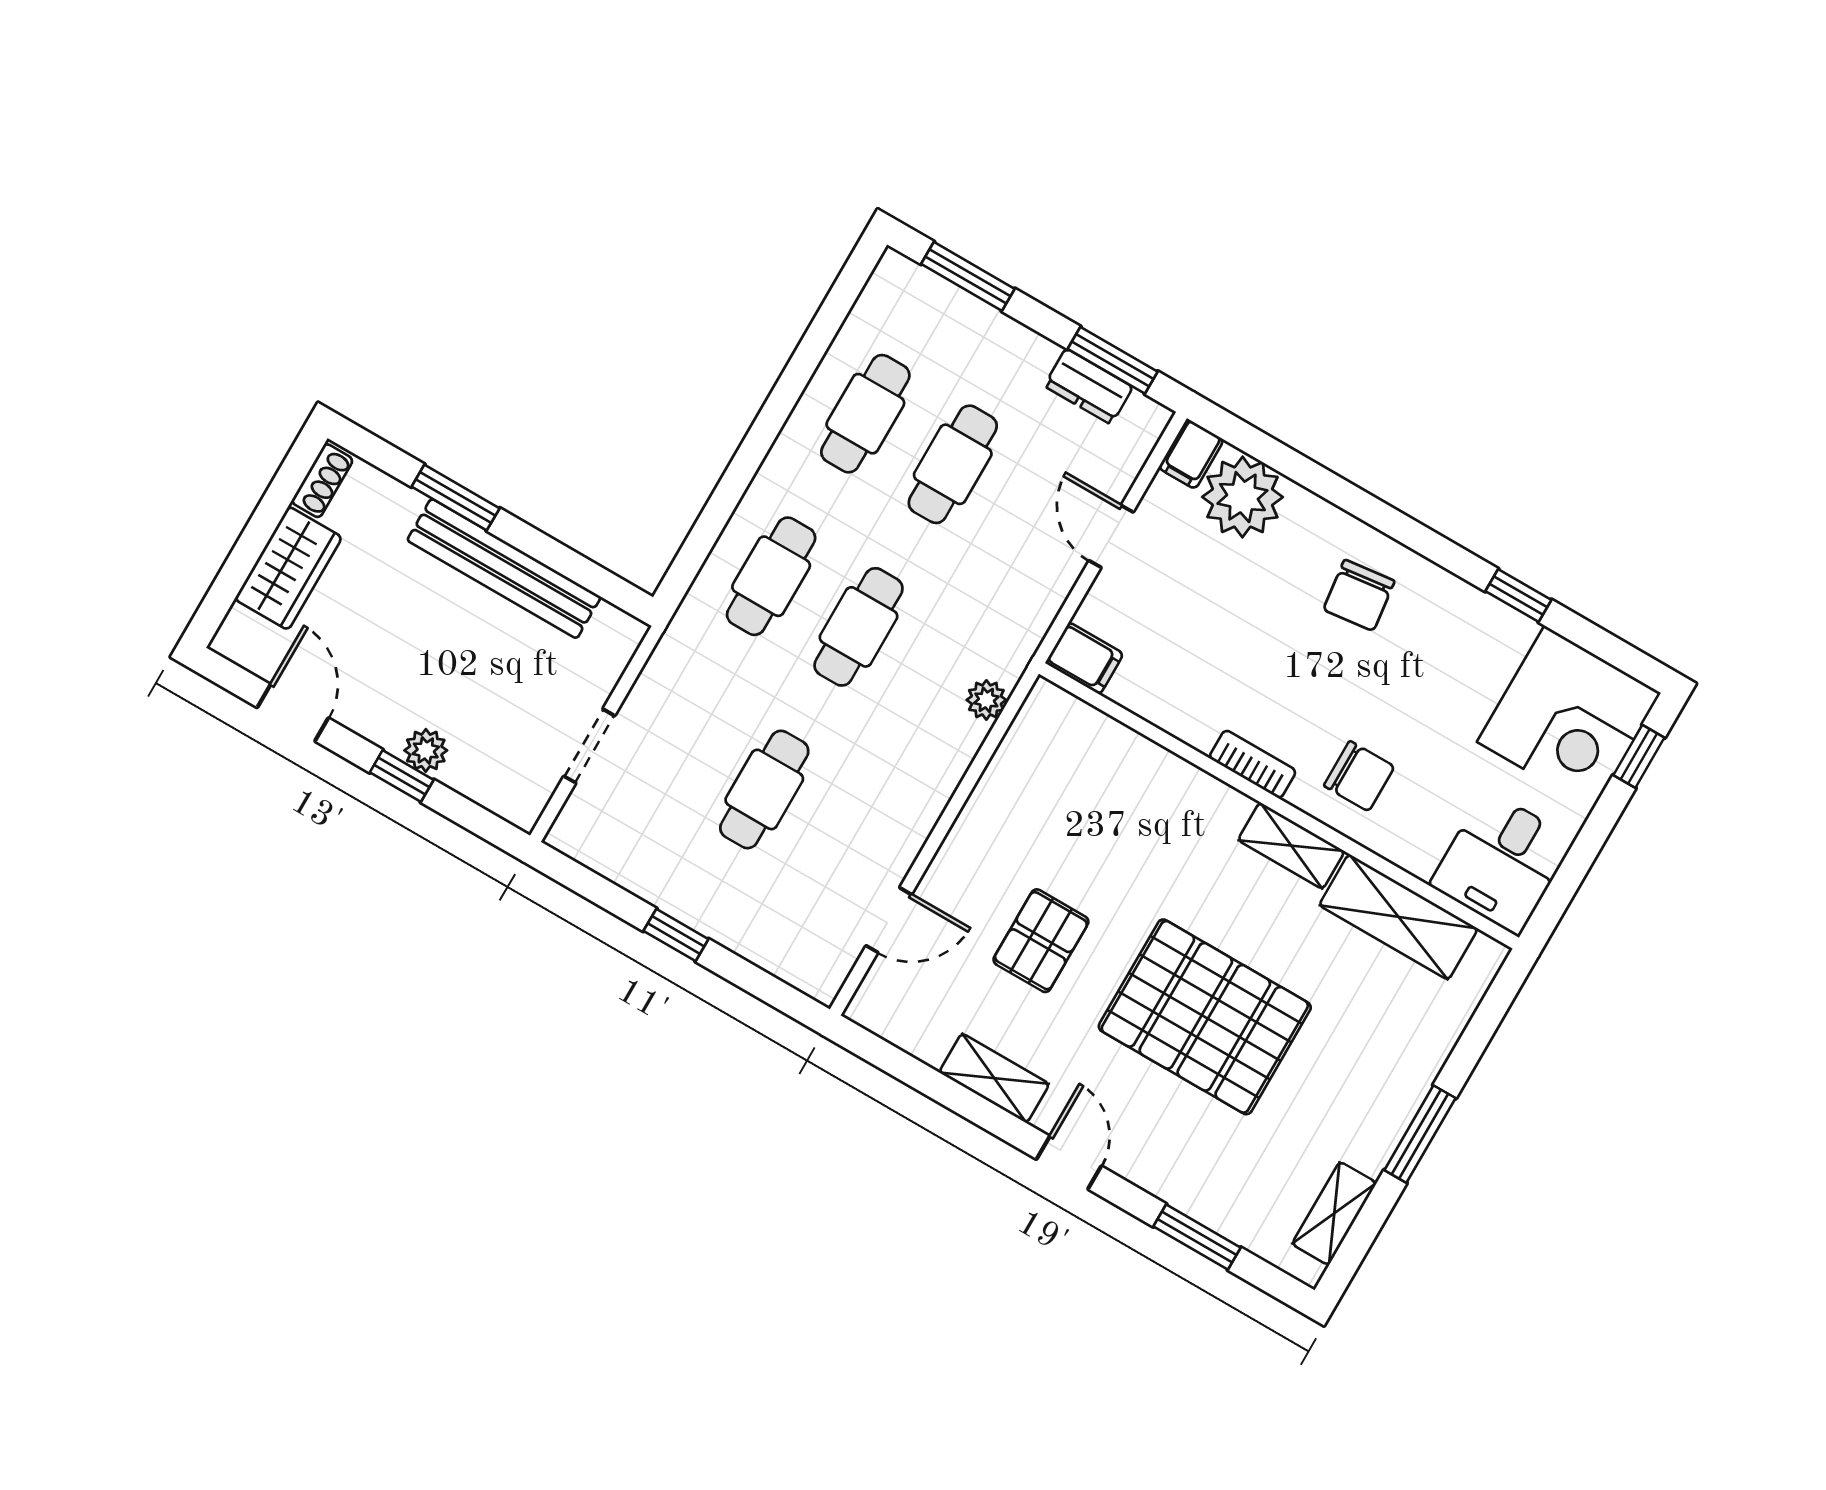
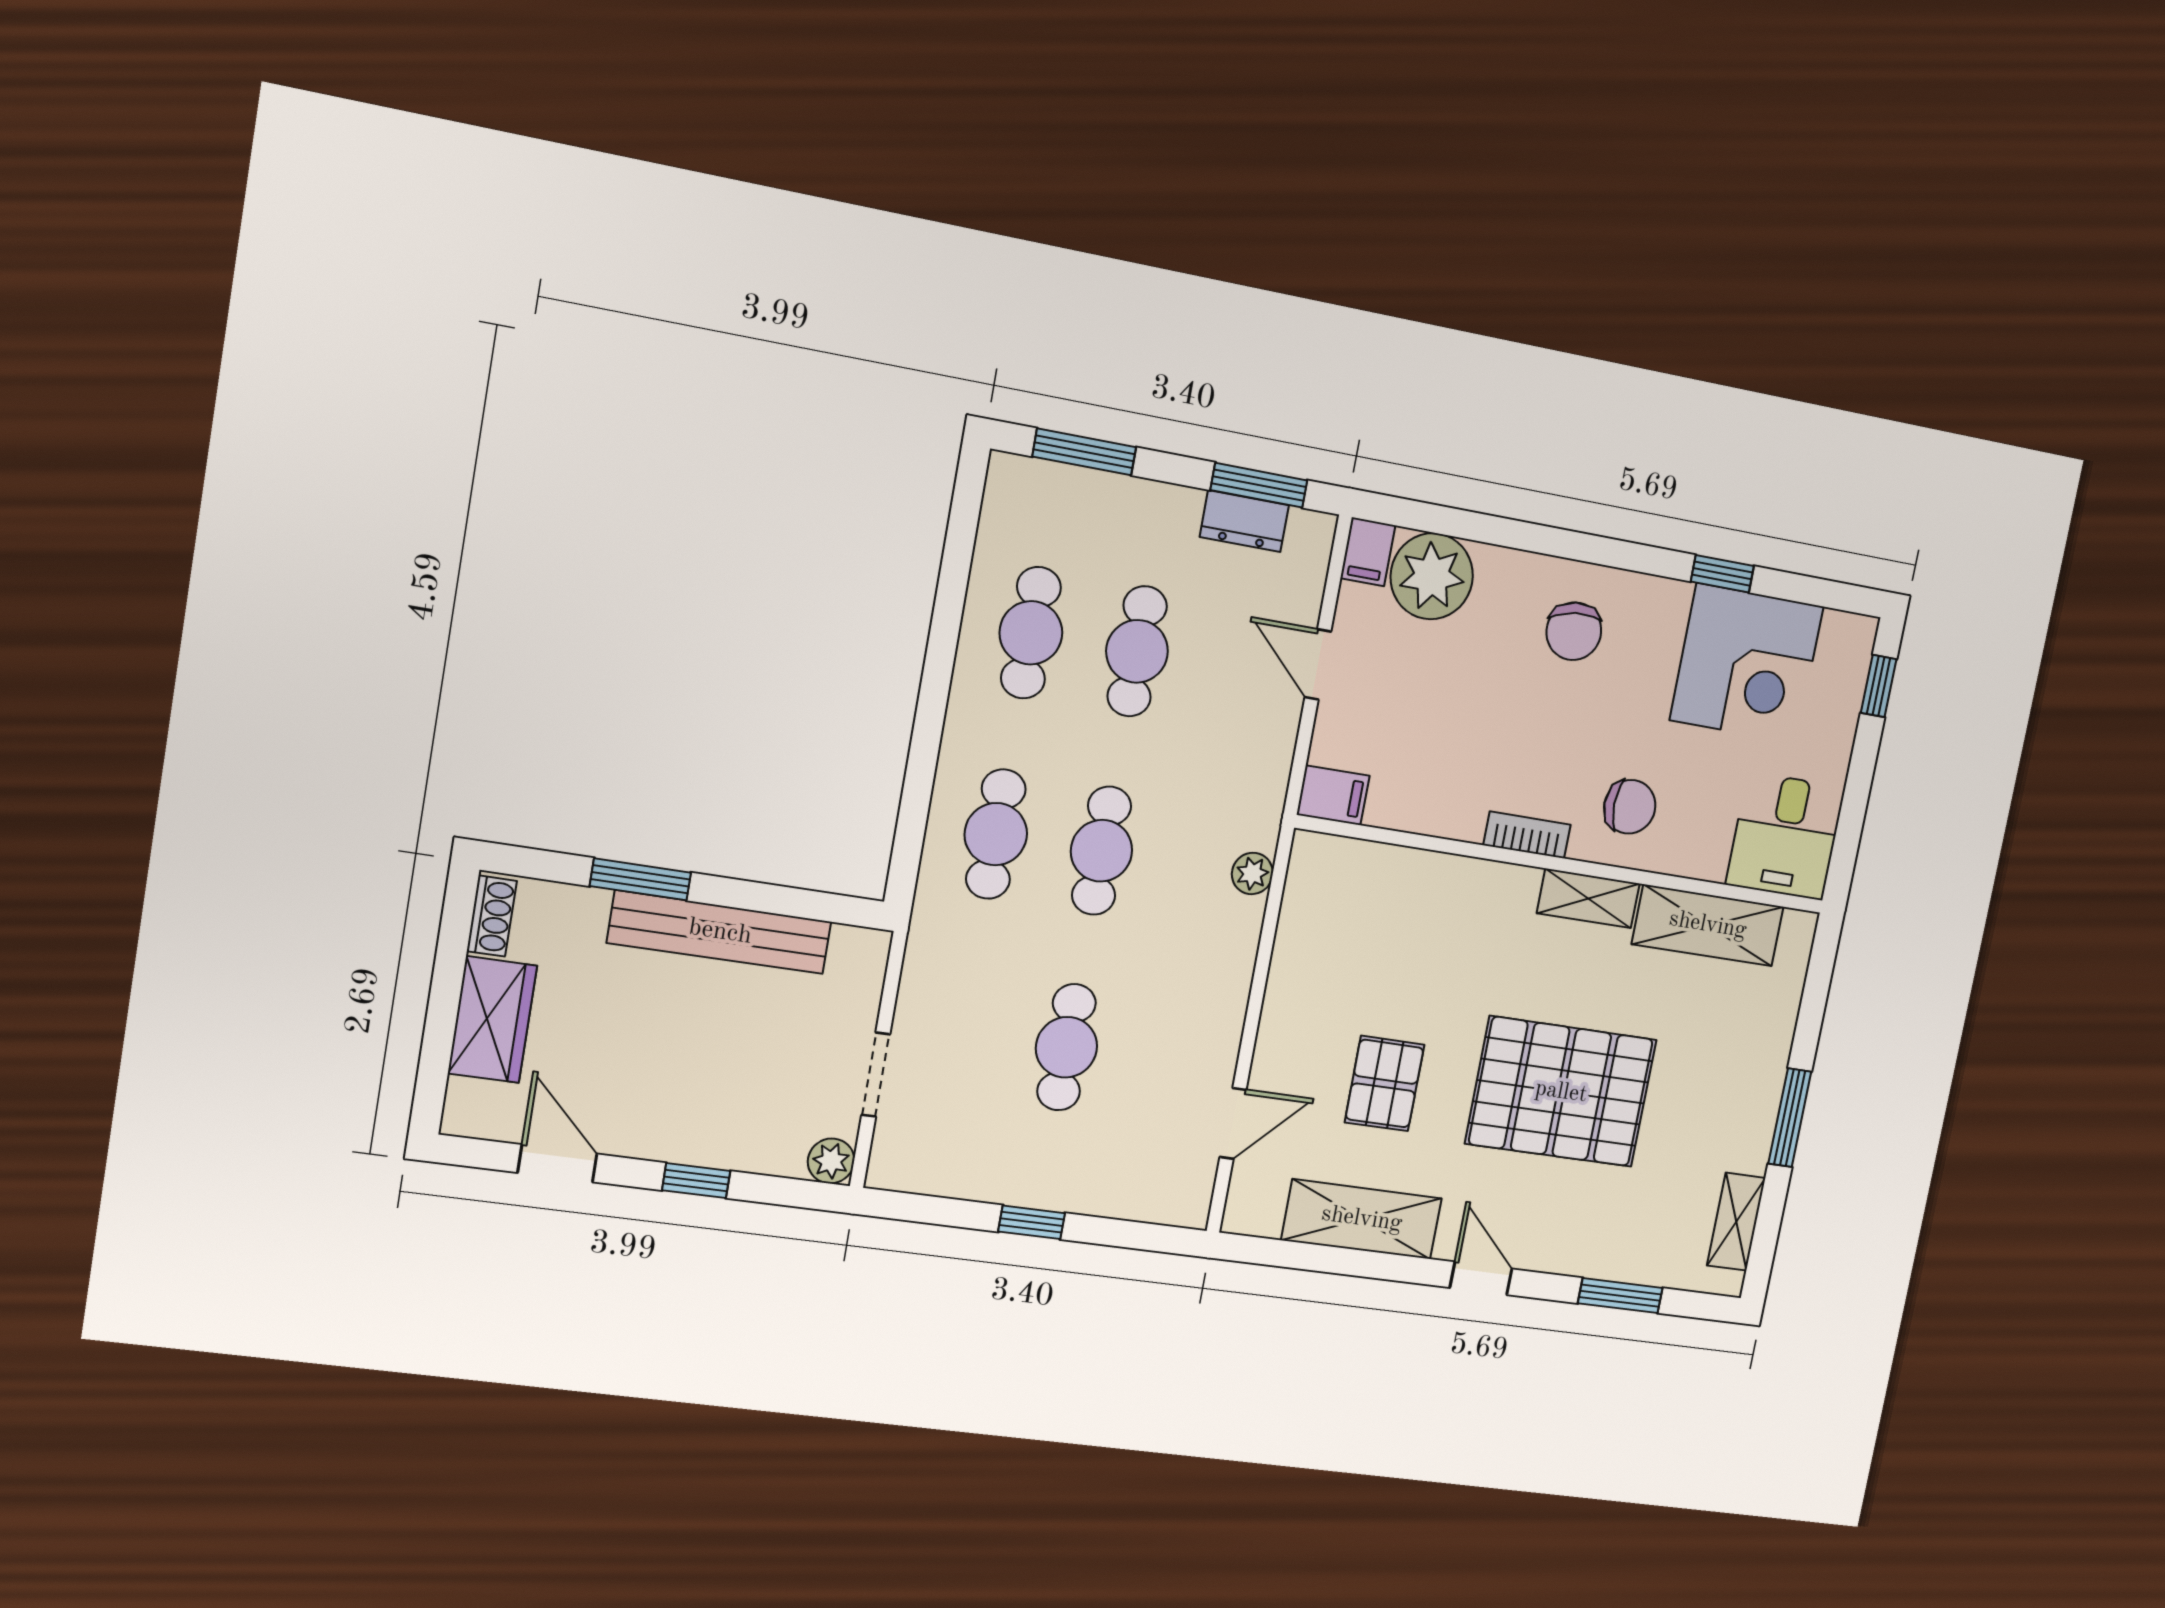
corner desk: (1569, 717) -> (1747, 663), moved
plant: (426, 750) -> (831, 1161), moved
shelving: (994, 1078) -> (1362, 1219), width x1.50, depth x1.33

